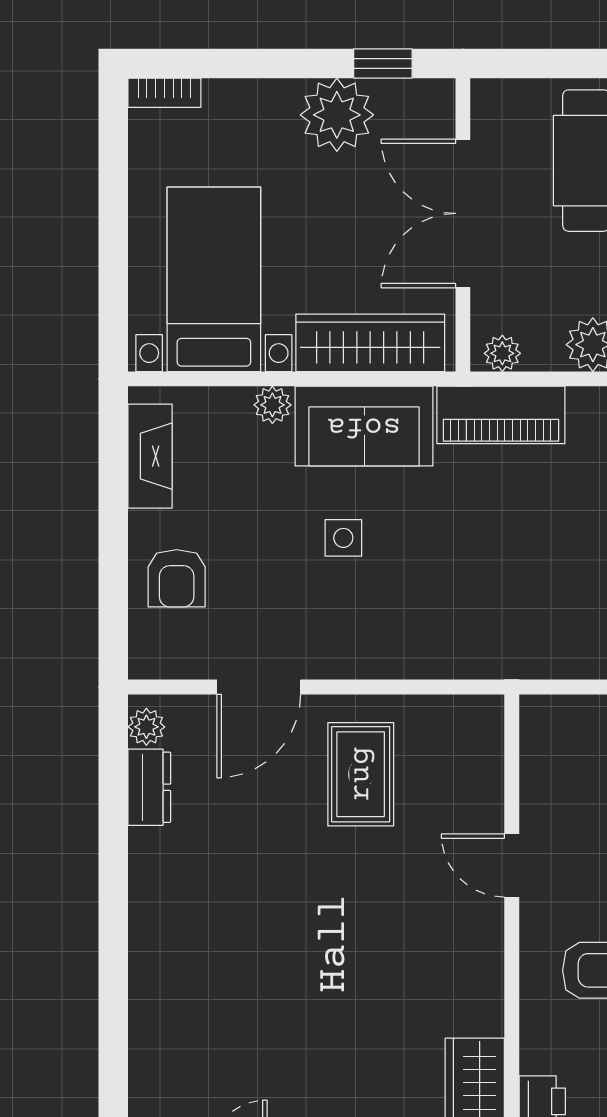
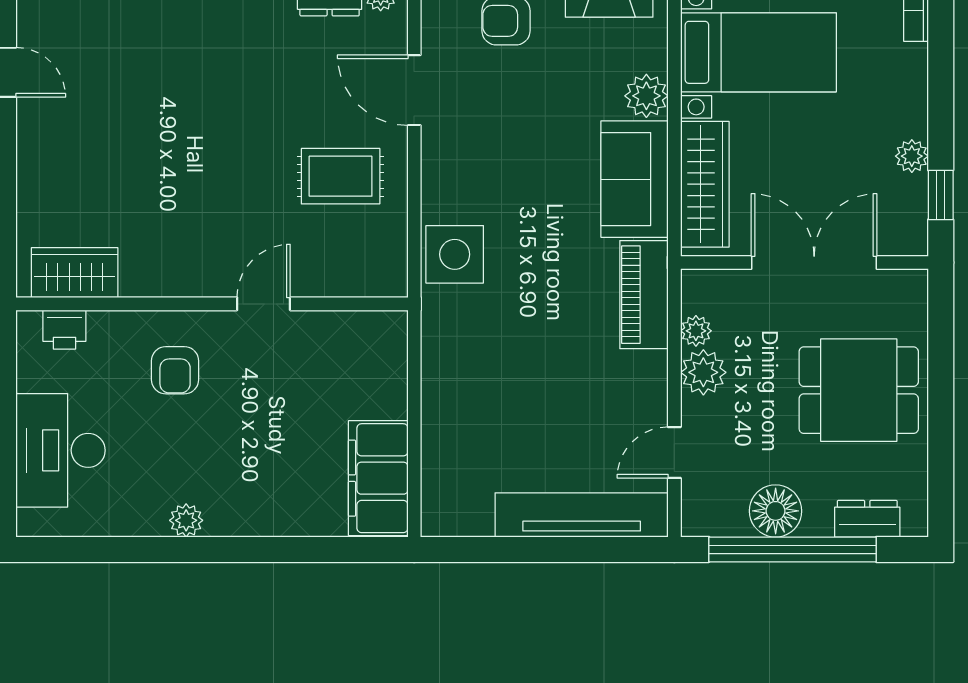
plant: (337, 115) -> (912, 156), width x0.53, depth x0.53
plant: (502, 353) -> (696, 331), moved
plant: (272, 405) -> (646, 96), width x1.38, depth x1.38
side table: (343, 538) -> (455, 254), moved, width x1.87, depth x1.87

